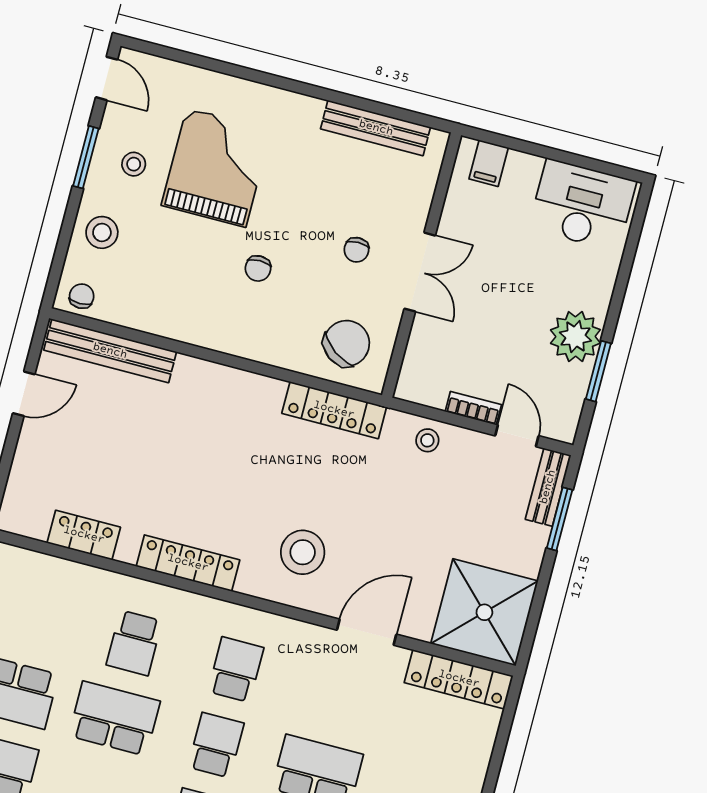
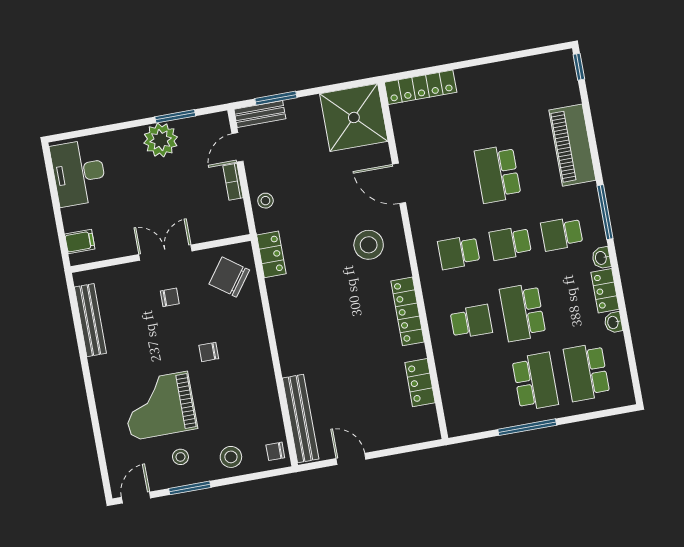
chair: (258, 268) -> (209, 352), turned 180
locker: (334, 410) -> (271, 254), width x0.66
locker: (459, 679) -> (421, 87), moved, turned 90

